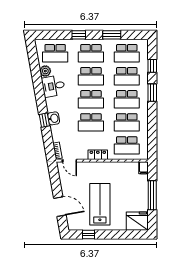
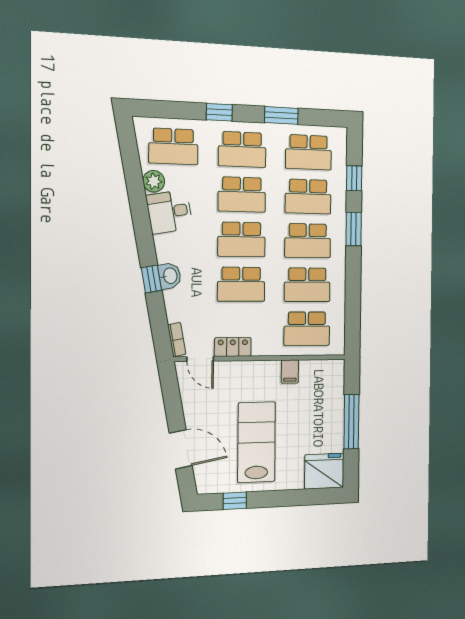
locker: (98, 155) -> (233, 347), moved
filing cabinet: (143, 168) -> (290, 371), moved

